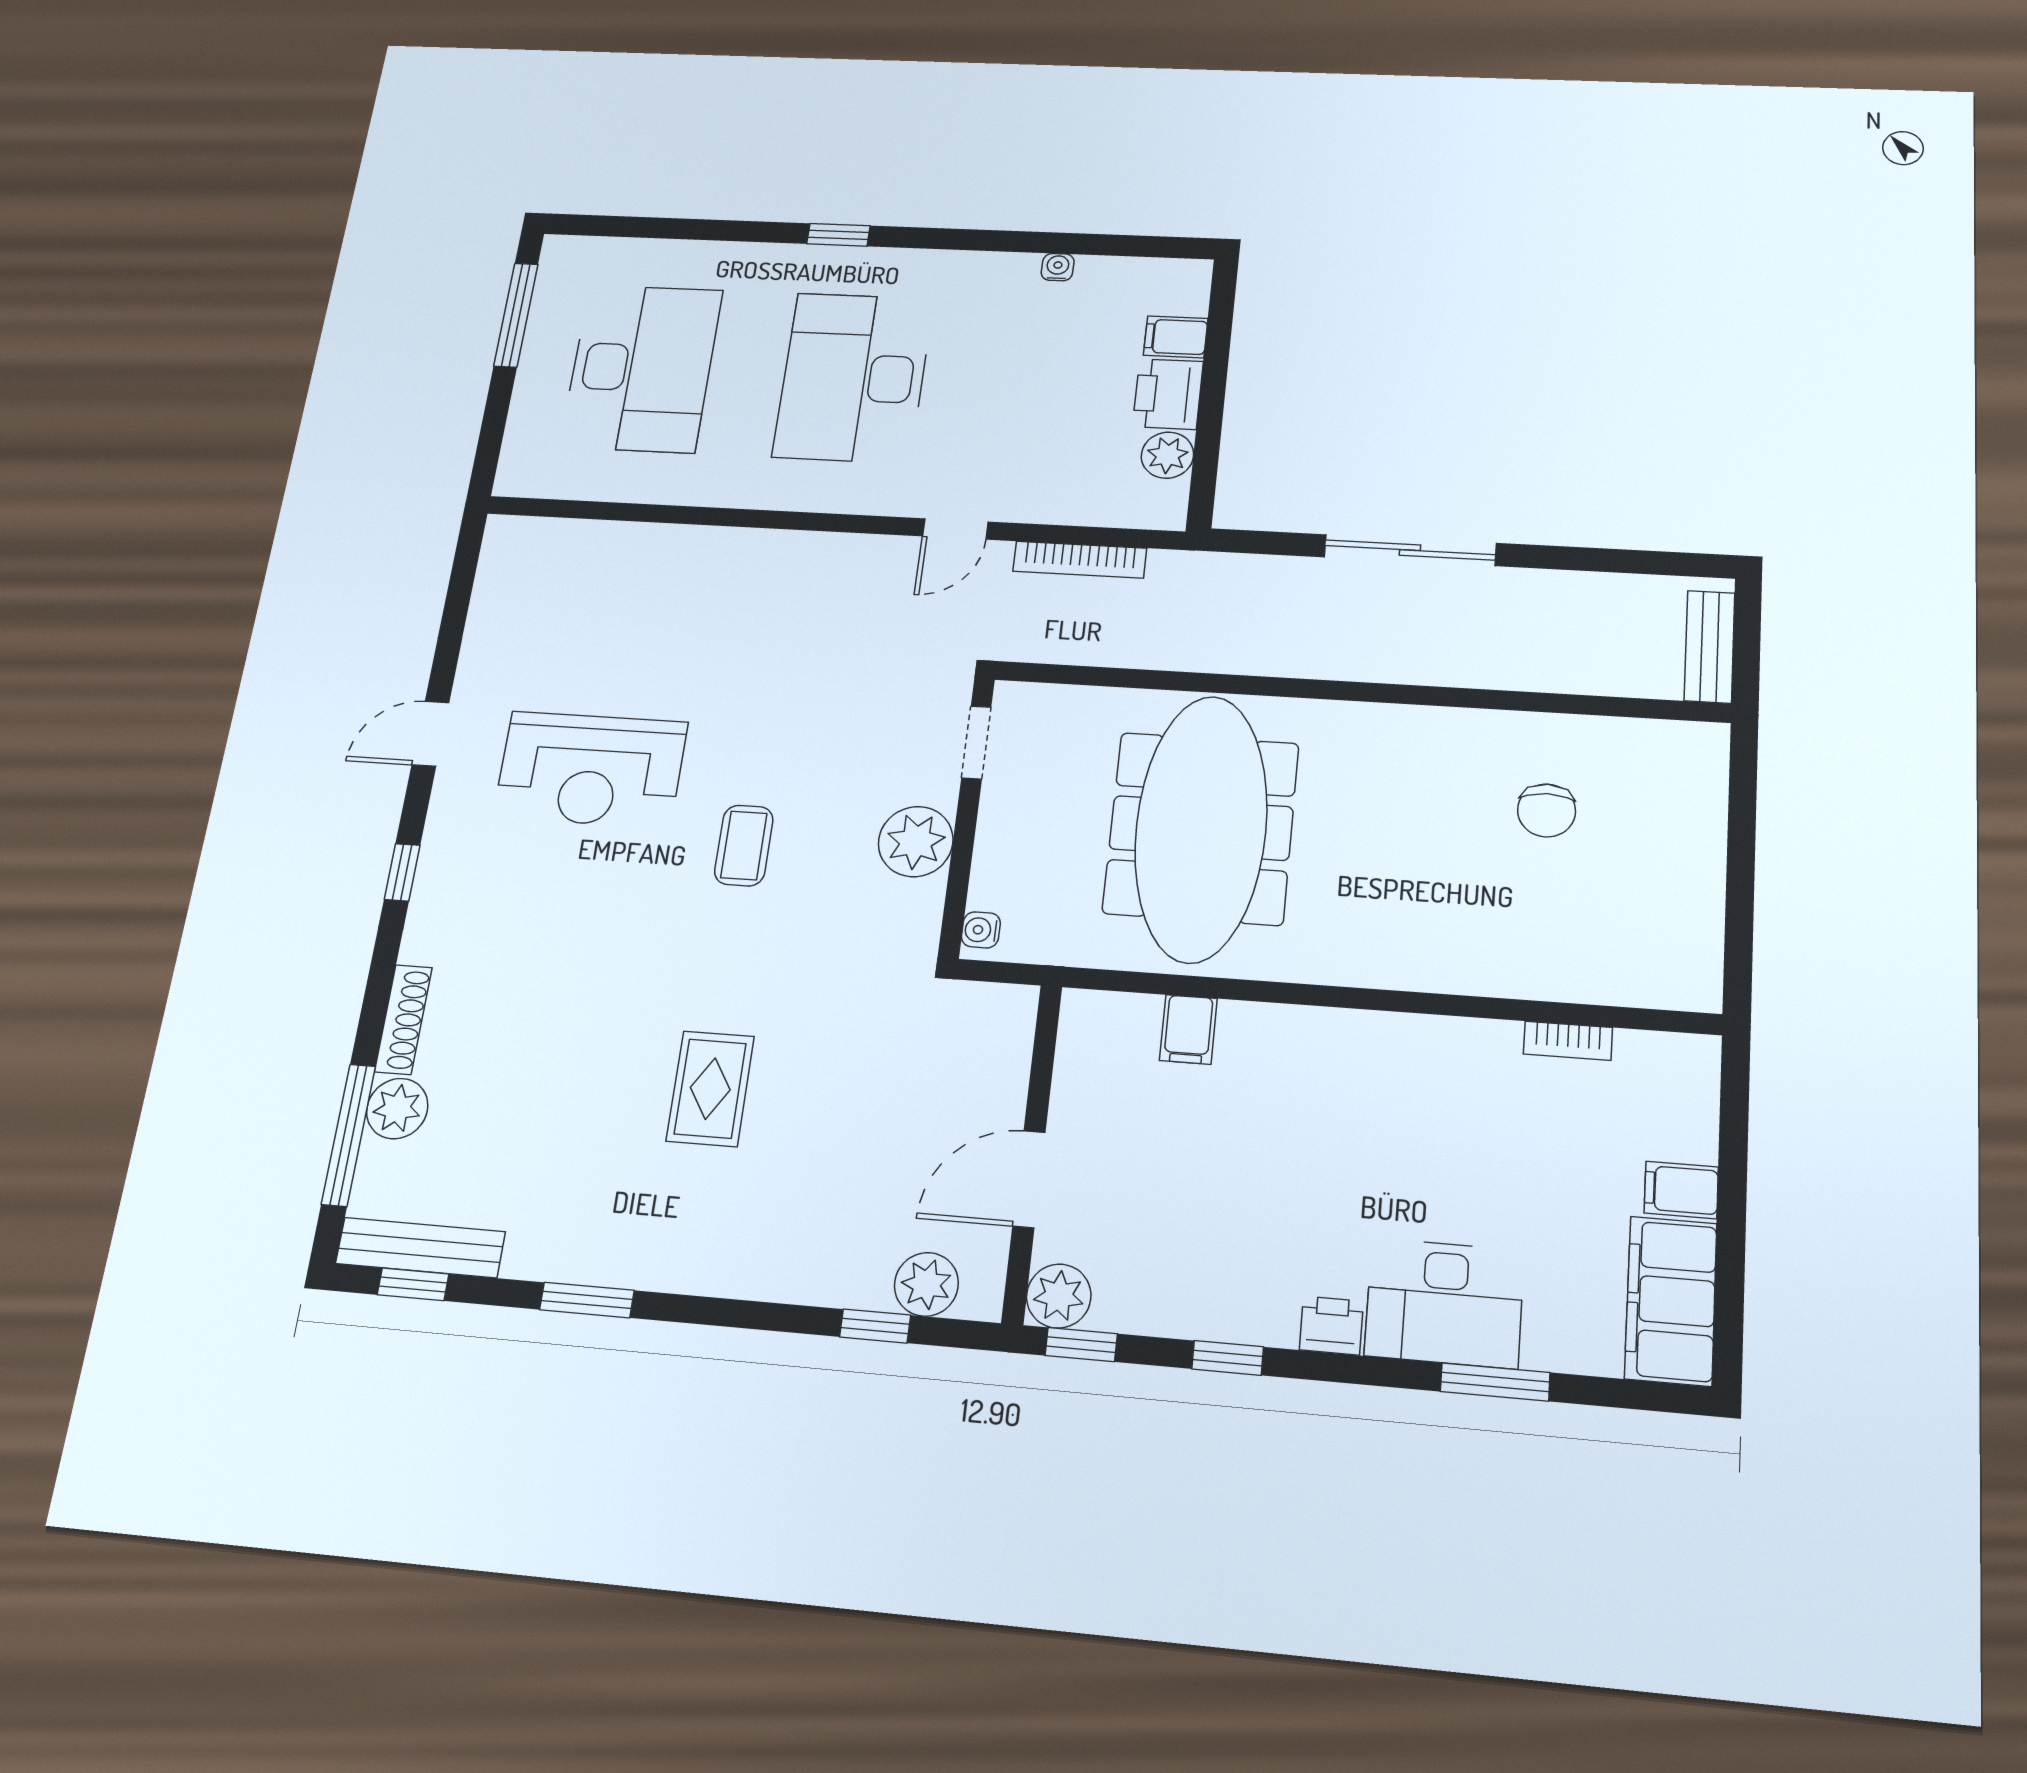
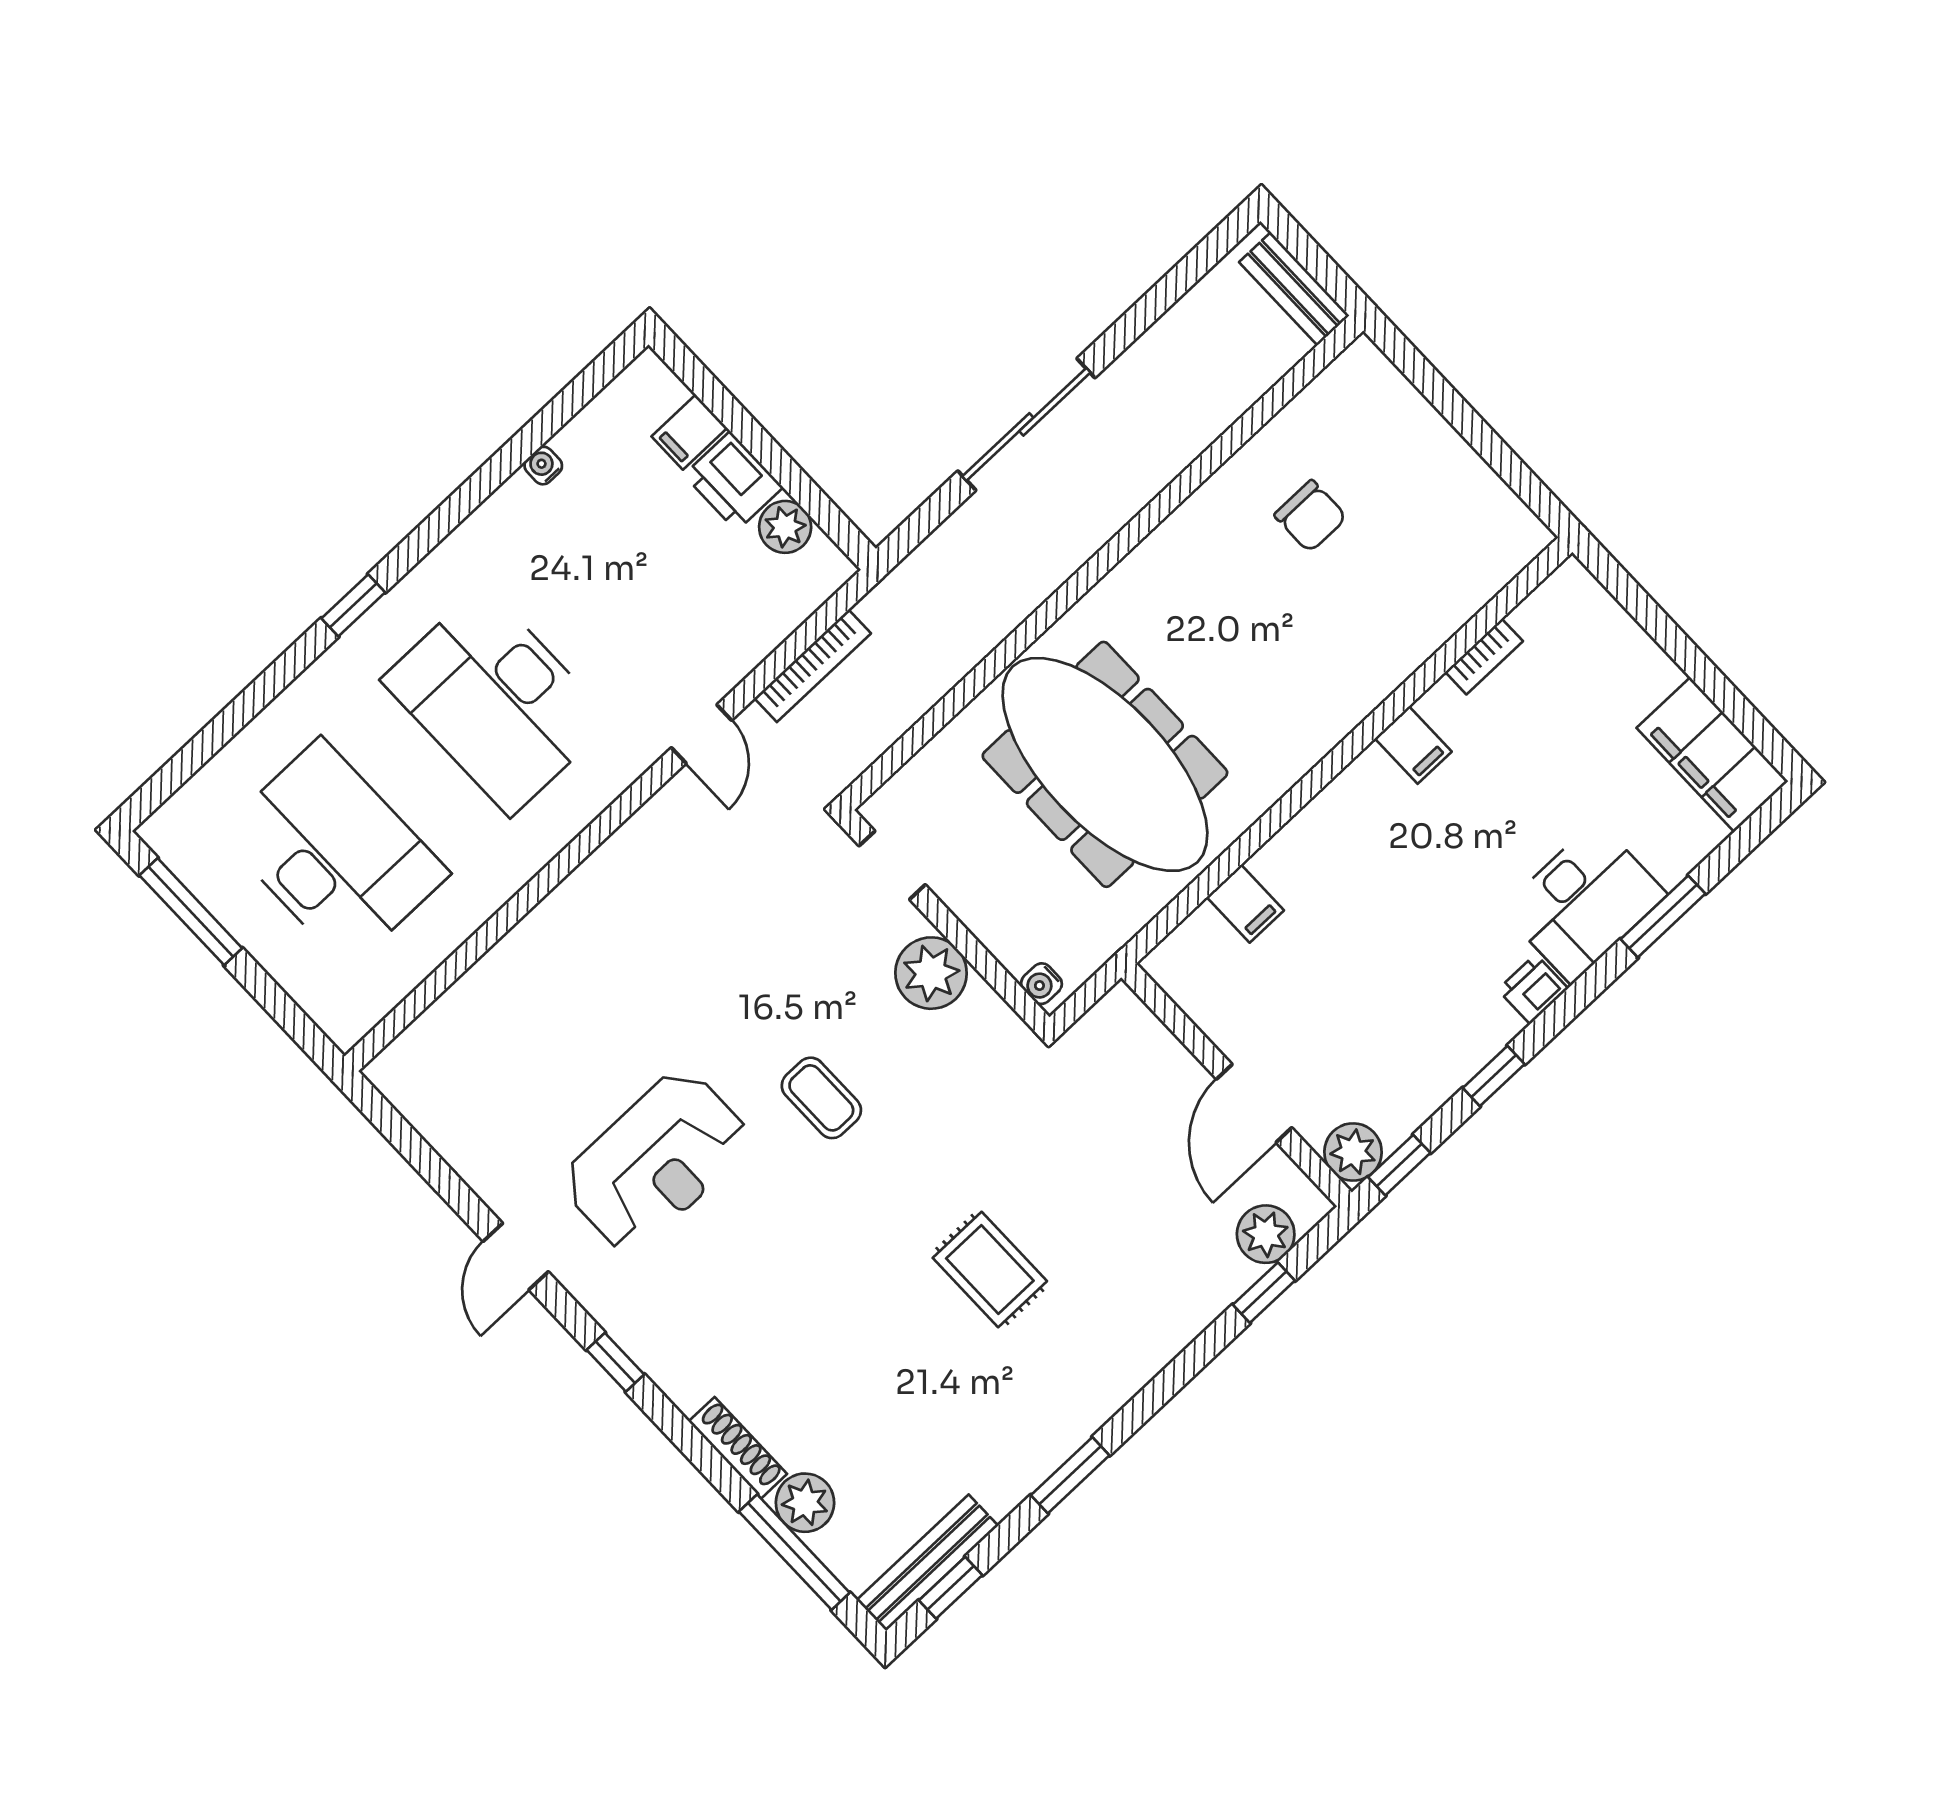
filing cabinet: (1681, 1190) -> (1413, 745), moved, turned -90

